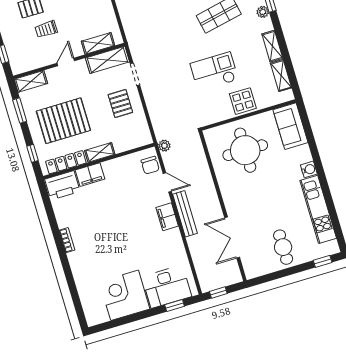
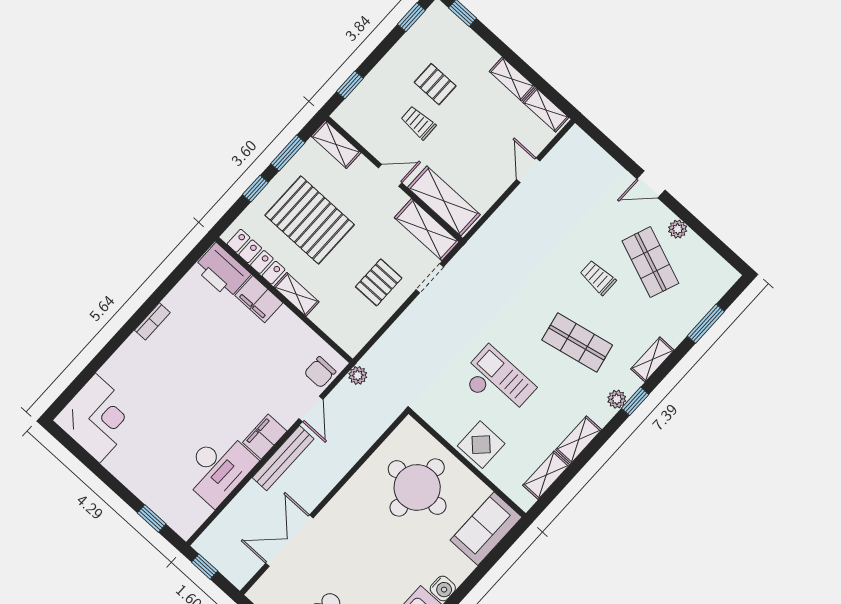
shelving: (98, 43) -> (444, 201), width x1.50, depth x1.33
window: (32, 153) -> (255, 189), moved
desk: (167, 287) -> (218, 468), moved, turned -90
corner desk: (125, 295) -> (98, 418), moved, turned 90

